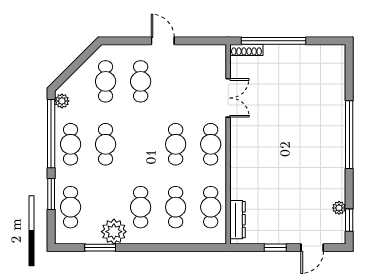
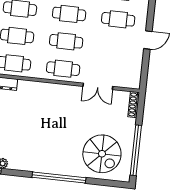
window: (273, 41) -> (136, 150), moved
spiral stairs: (313, 83) -> (102, 154), added
cafe table: (141, 144) -> (69, 14), added

